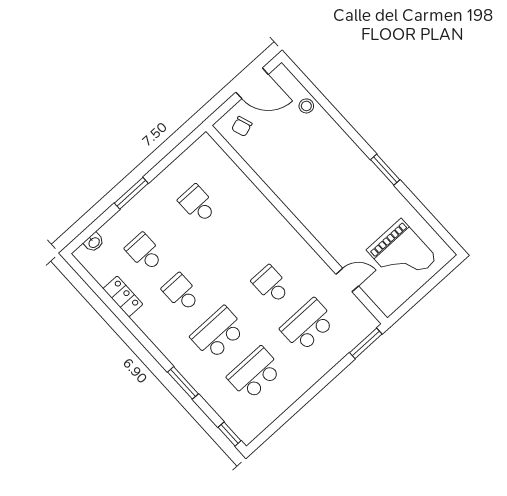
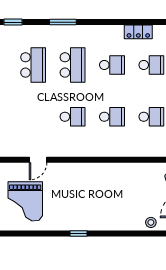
window: (385, 170) -> (79, 234), width x0.67
grand piano: (402, 254) -> (25, 201), turned -90
school desk: (308, 325) -> (112, 117), moved, width x0.54

